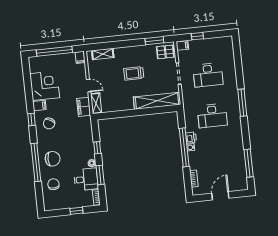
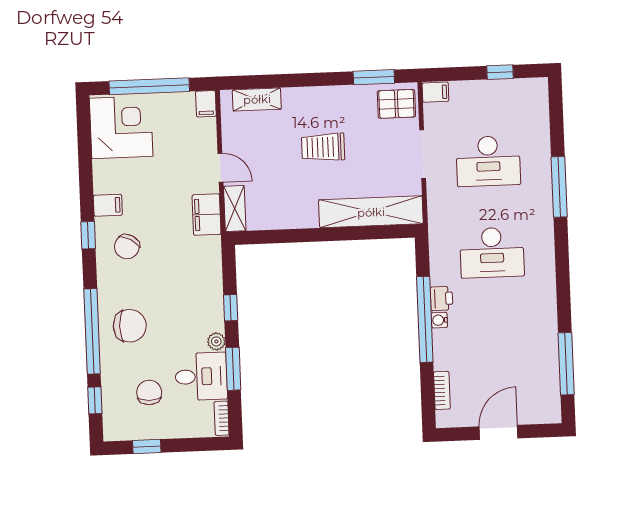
window: (197, 36) -> (500, 72), moved
corner desk: (45, 86) -> (121, 127), moved
window: (242, 103) -> (559, 187), moved
chair: (53, 184) -> (149, 392), moved
window: (39, 193) -> (95, 400), added
window: (76, 211) -> (147, 447), moved

